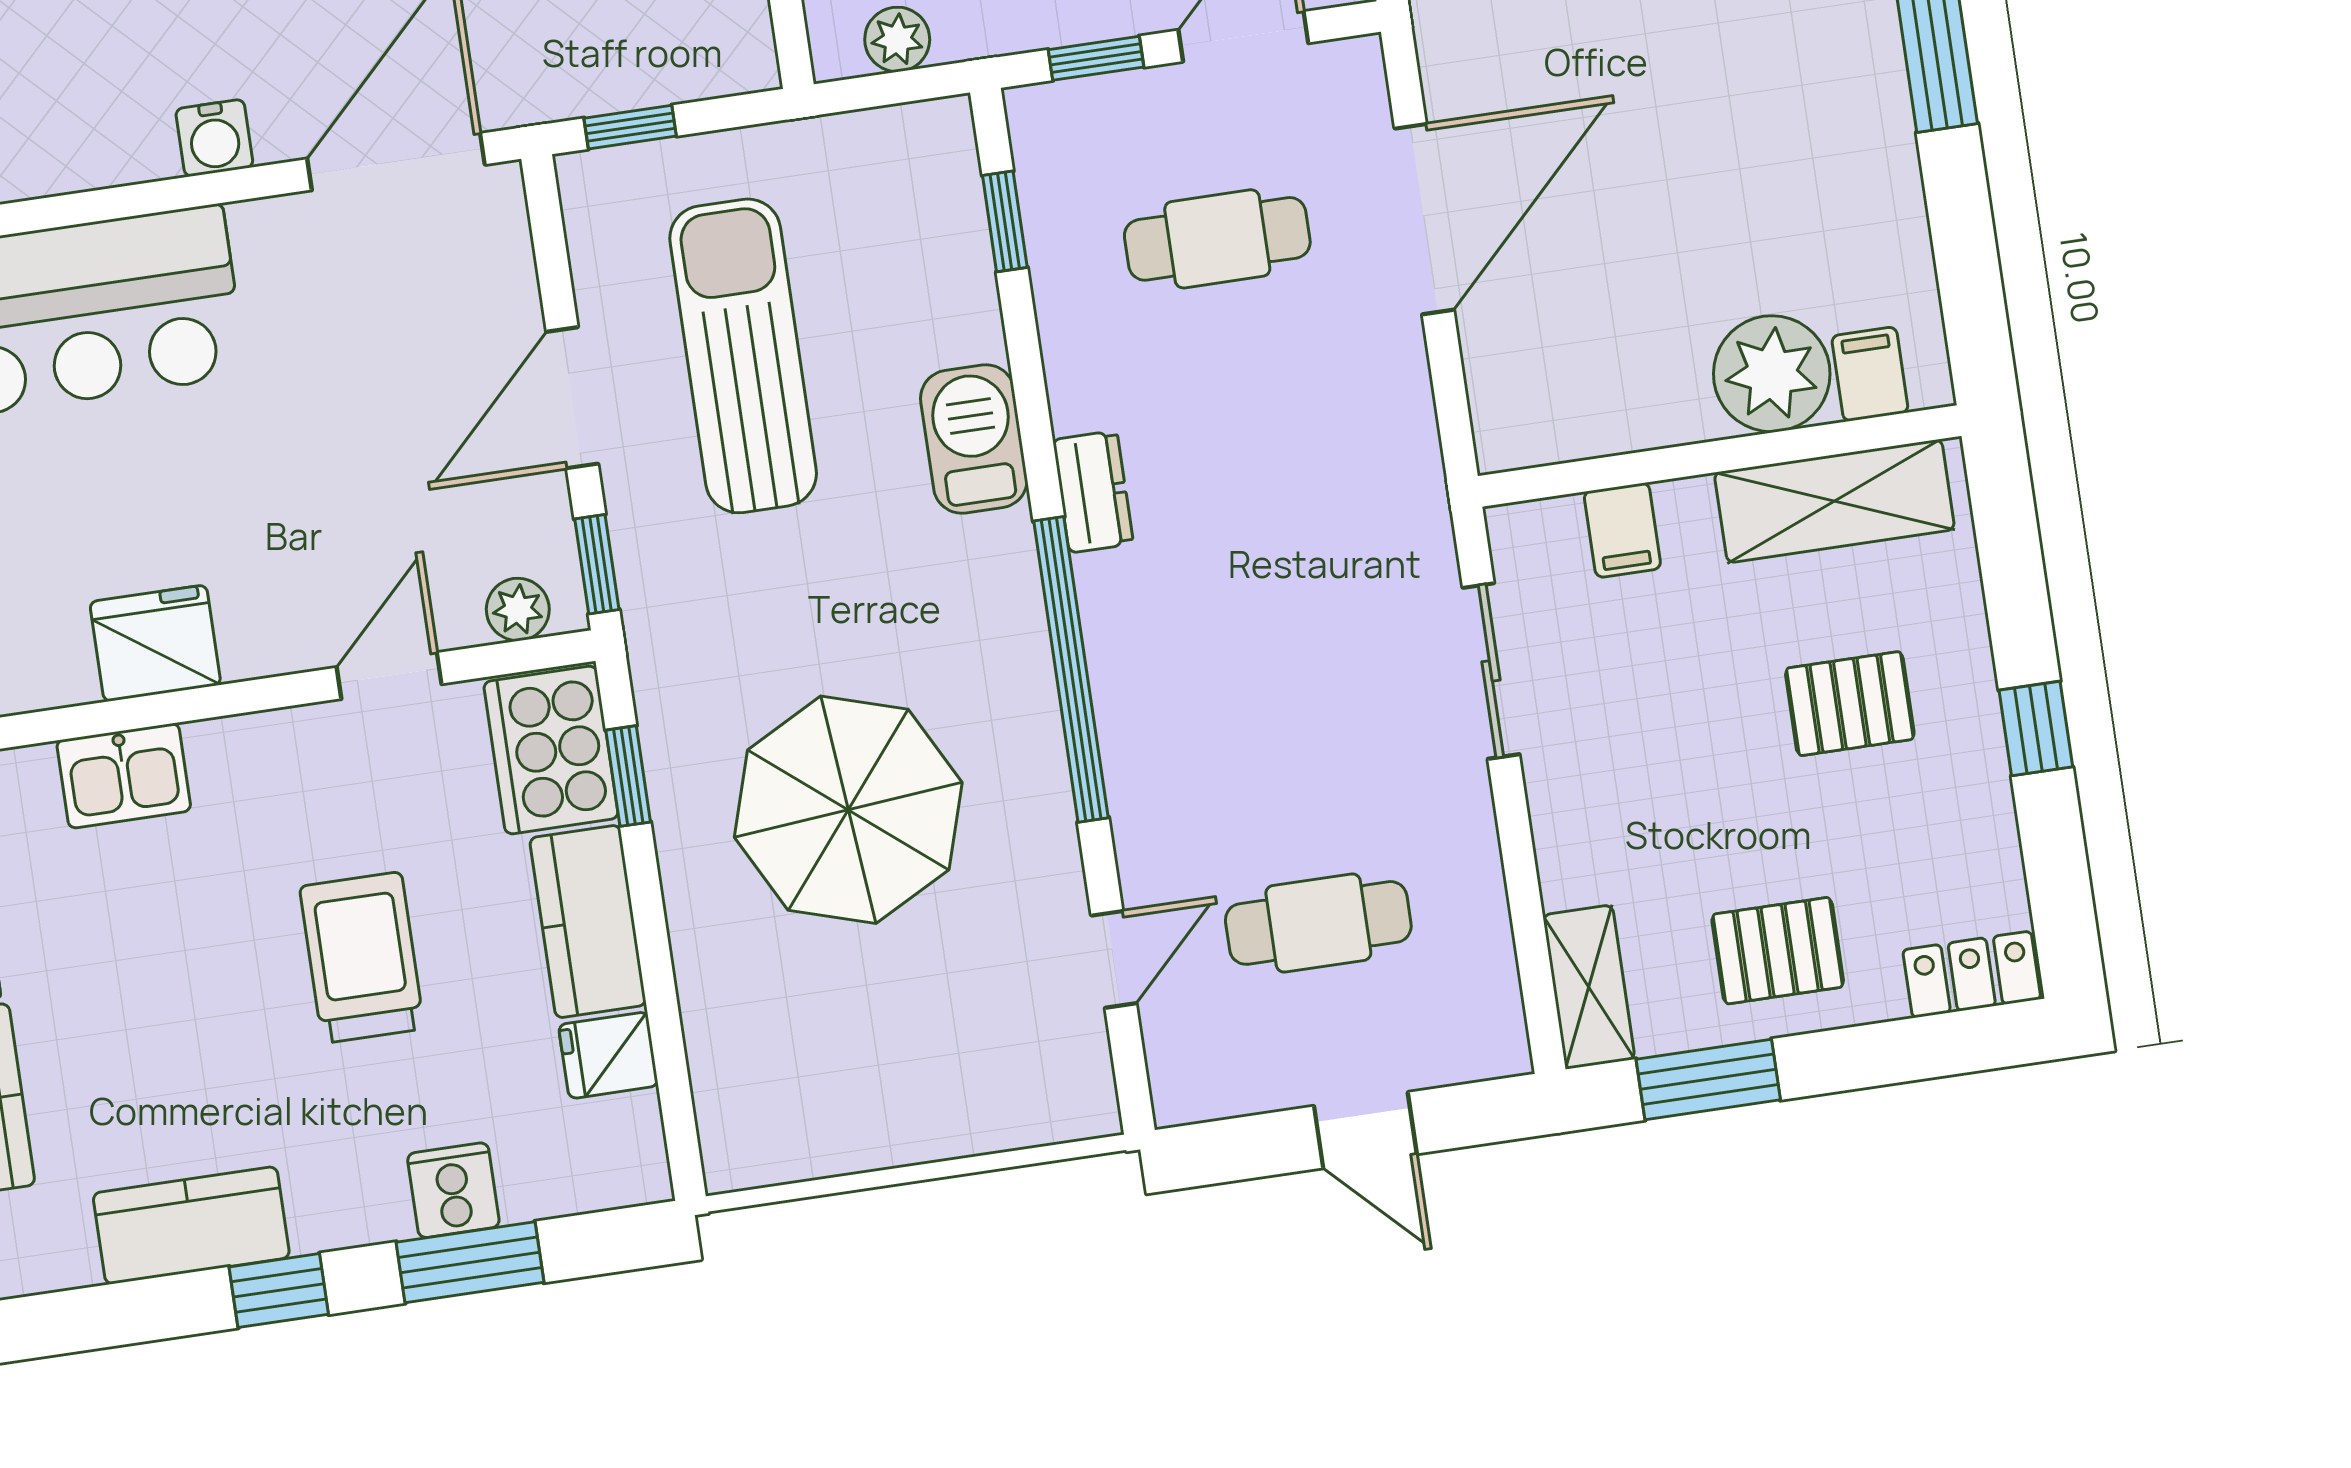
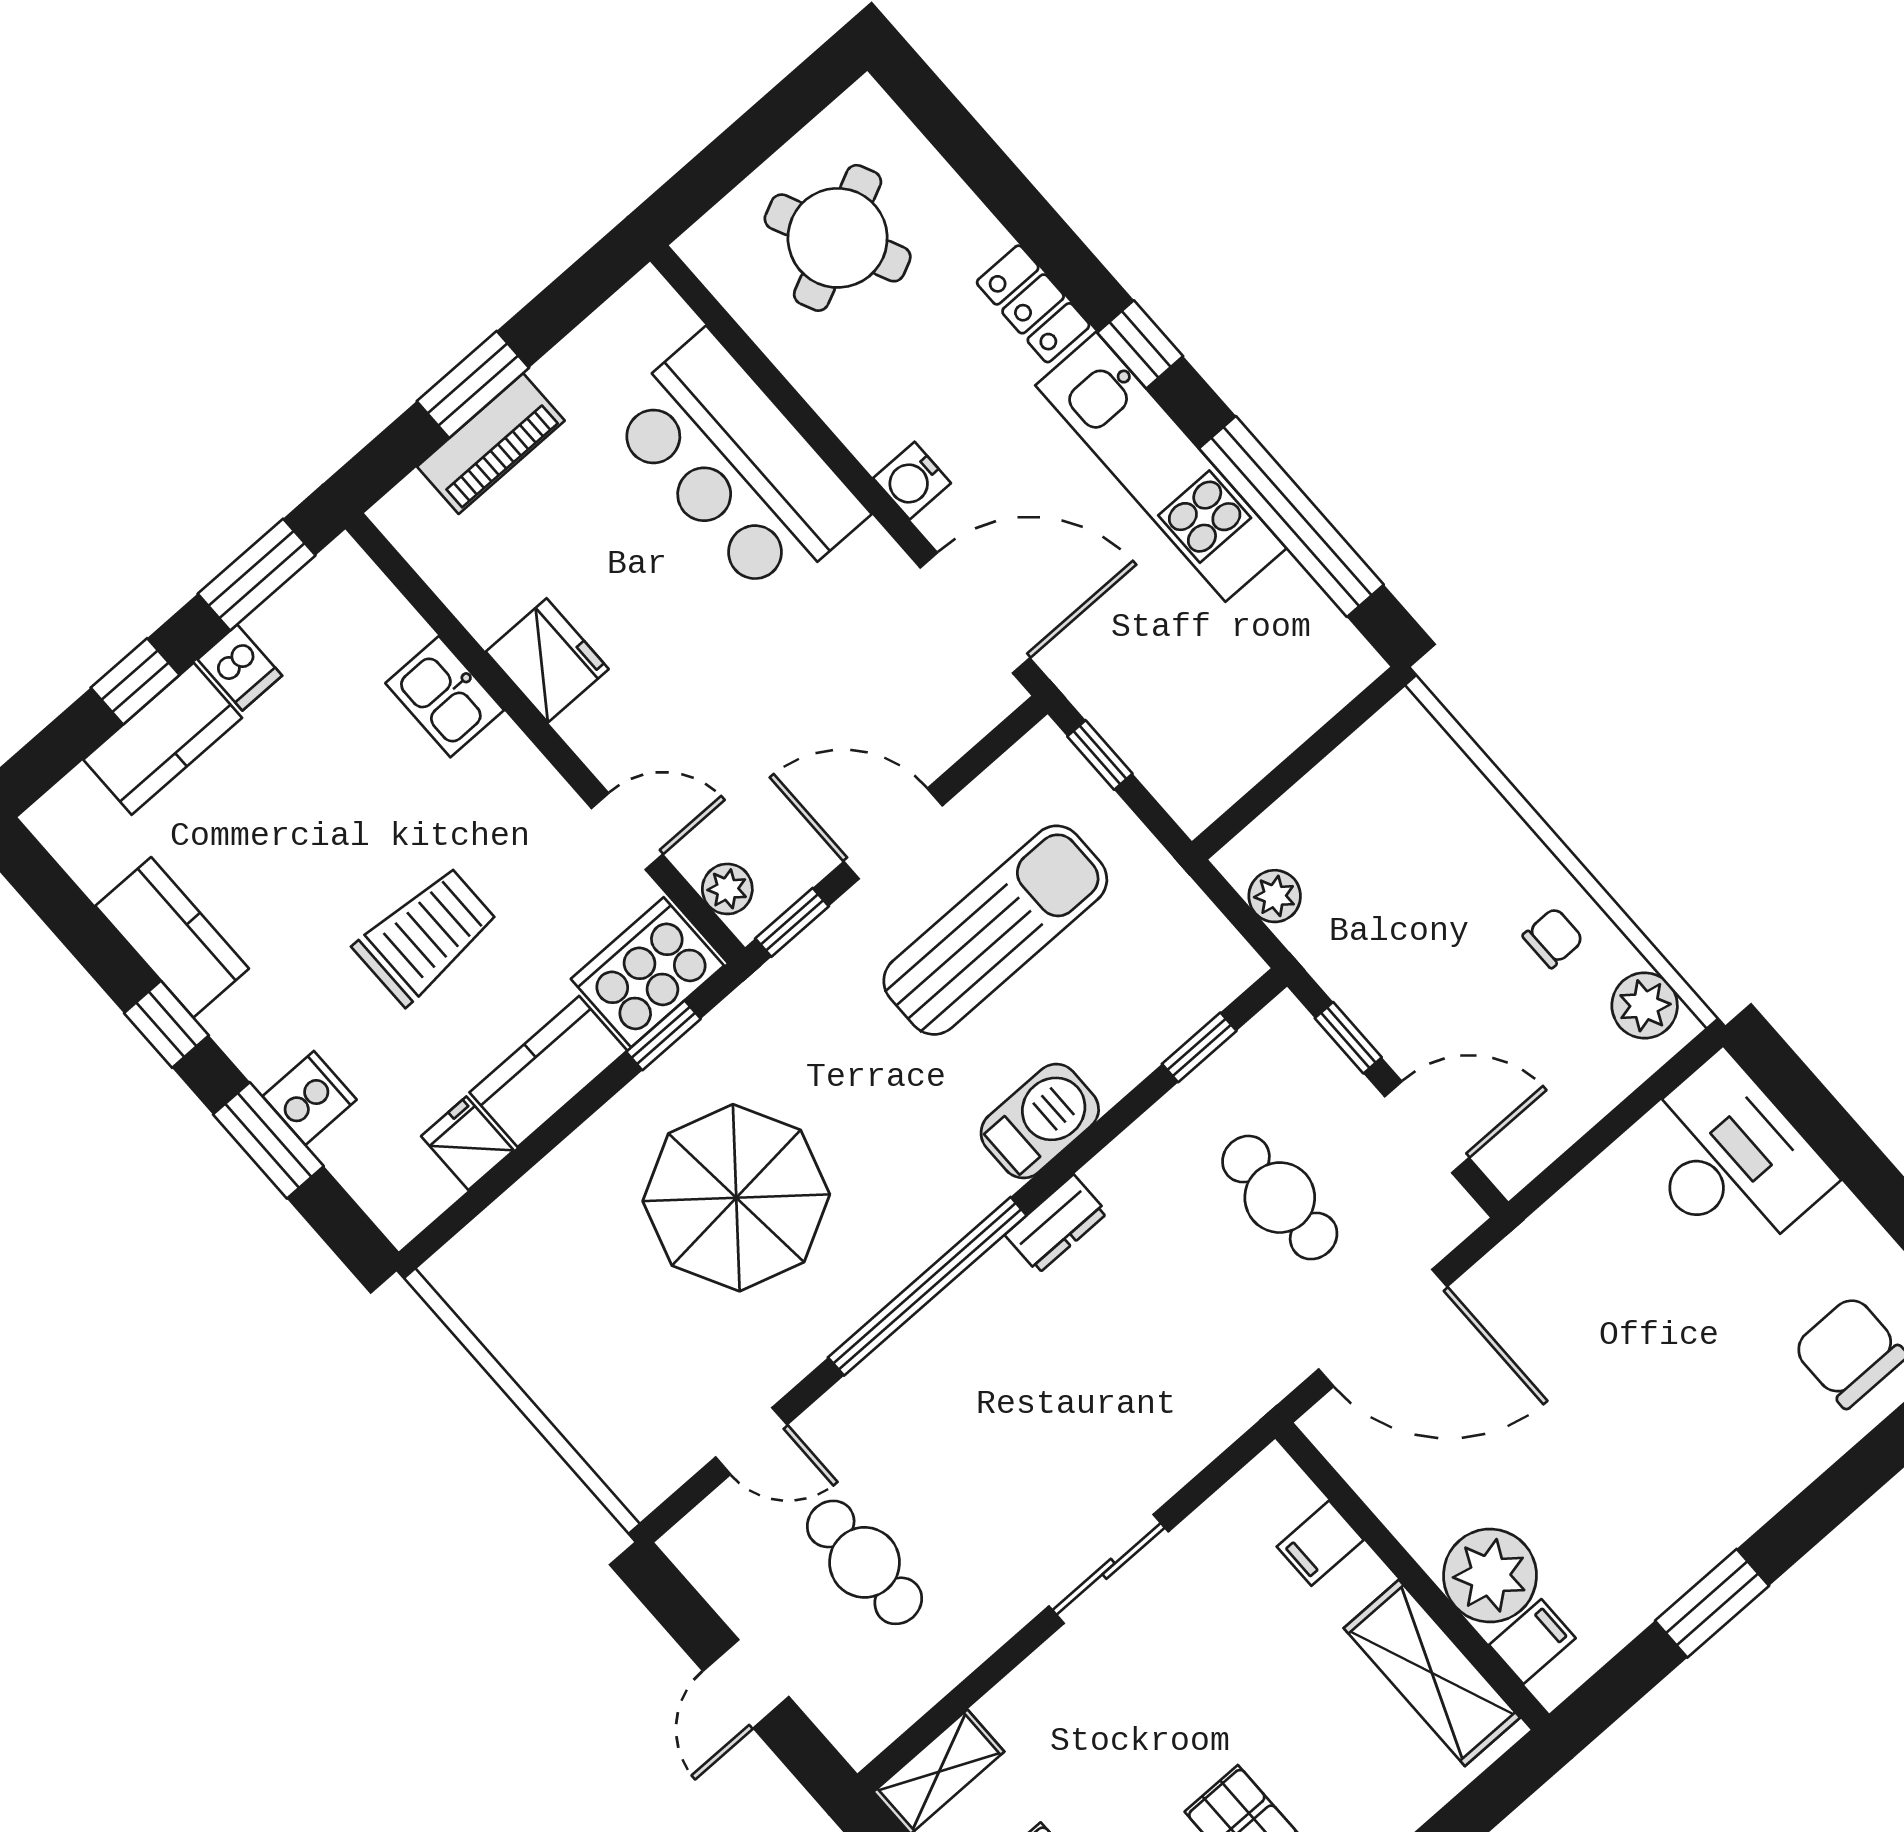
plant: (1772, 374) -> (1490, 1576), moved
filing cabinet: (1870, 374) -> (1532, 1642), moved
wall: (1720, 456) -> (1412, 1576), moved
shelving: (1834, 501) -> (1432, 1673), moved
filing cabinet: (1622, 530) -> (1320, 1543), moved

